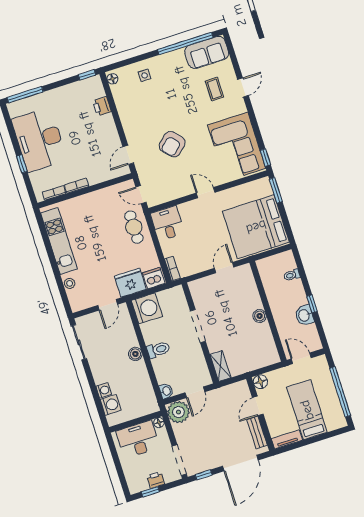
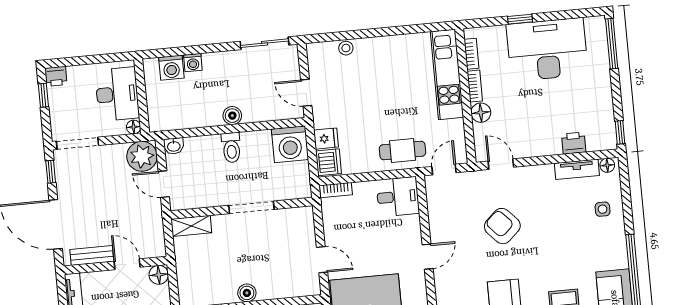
tv unit: (120, 100) -> (577, 169), added
floor lamp: (95, 177) -> (481, 113), added
kitchen unit: (59, 241) -> (447, 74), moved, turned 90
fridge: (130, 283) -> (326, 139), width x0.53, depth x0.75
printer: (156, 480) -> (56, 76), moved, turned 90

